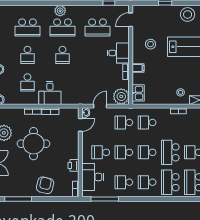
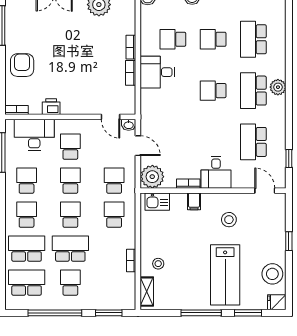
round table: (34, 144) -> (83, 48), removed
armchair: (45, 185) -> (22, 65), turned -103

